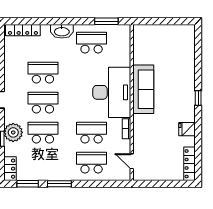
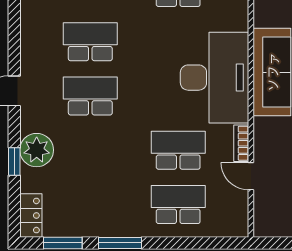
school desk: (43, 133) -> (90, 150), removed
door: (132, 161) -> (251, 176), moved

